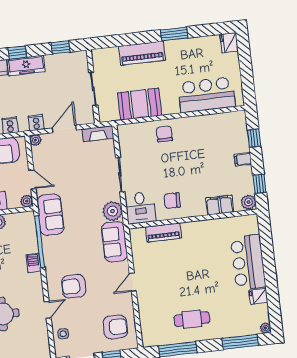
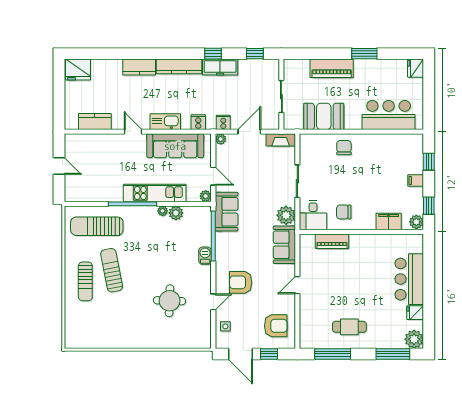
plant: (266, 328) -> (414, 339), width x1.88, depth x1.88

